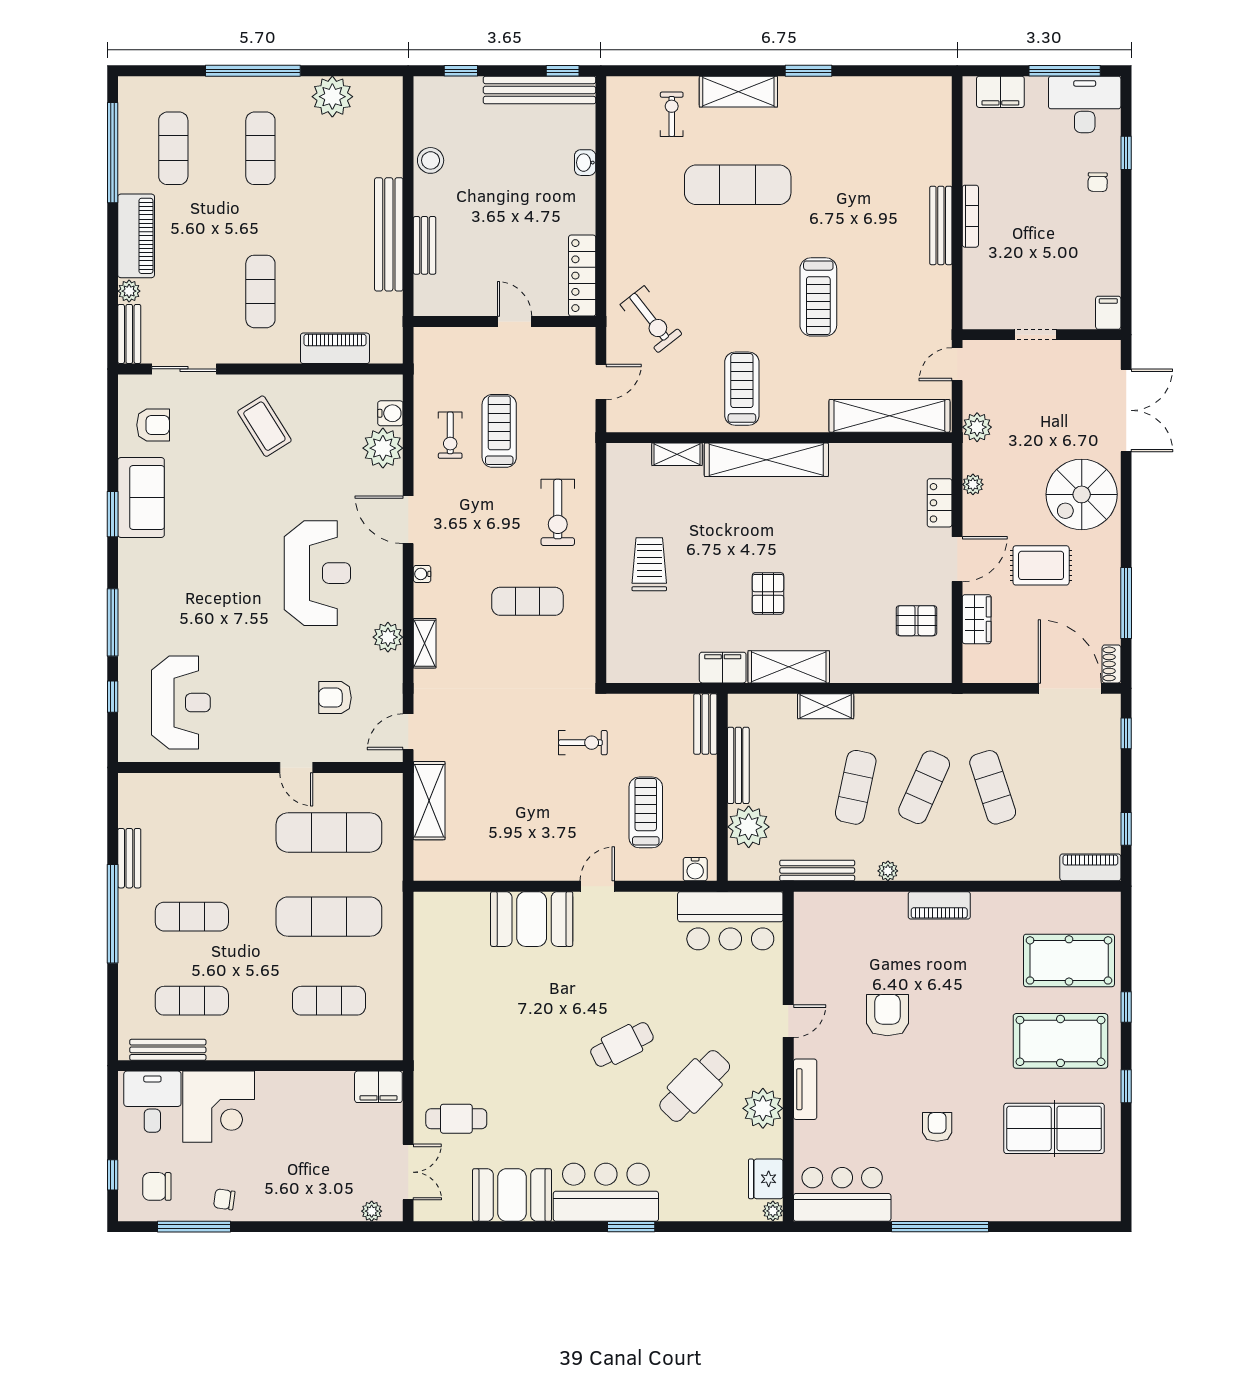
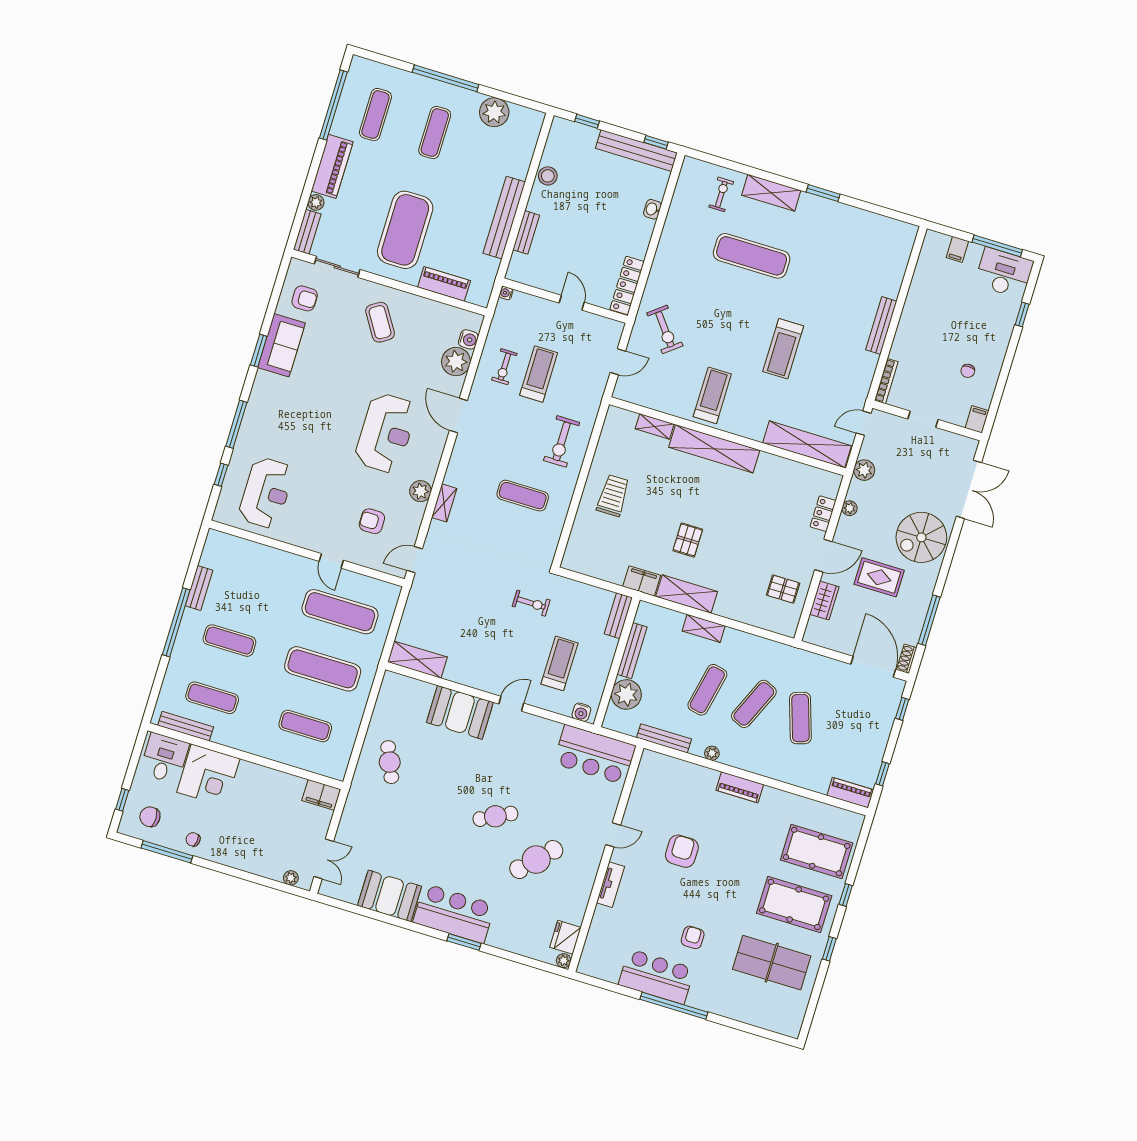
filing cabinet: (1000, 92) -> (957, 249), width x0.50
chair: (1098, 182) -> (968, 371), moved
bookcase: (970, 216) -> (886, 381), moved
exercise mat: (260, 291) -> (405, 230), width x2.00, depth x1.45
water cooler: (422, 574) -> (506, 293), moved
shelving: (429, 801) -> (417, 660), moved, turned 90
plant: (763, 1108) -> (578, 889), removed
cafe table: (456, 1119) -> (390, 762), moved, turned 67
bar counter: (842, 1194) -> (656, 977), moved

